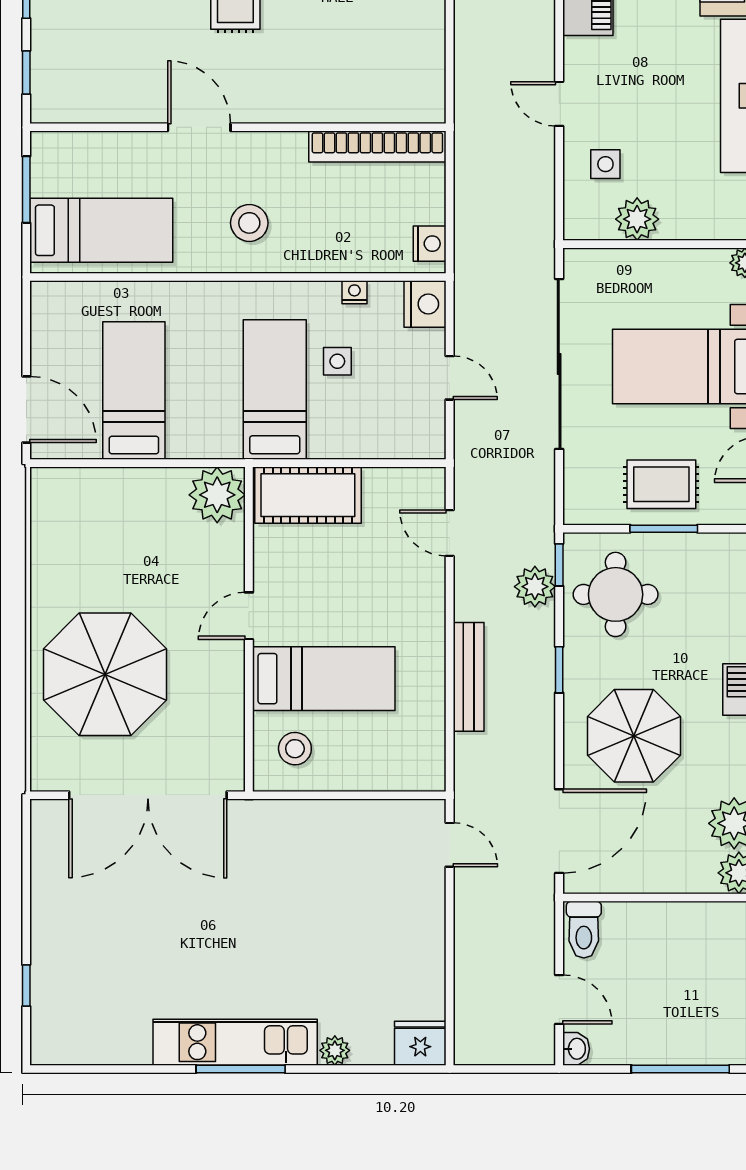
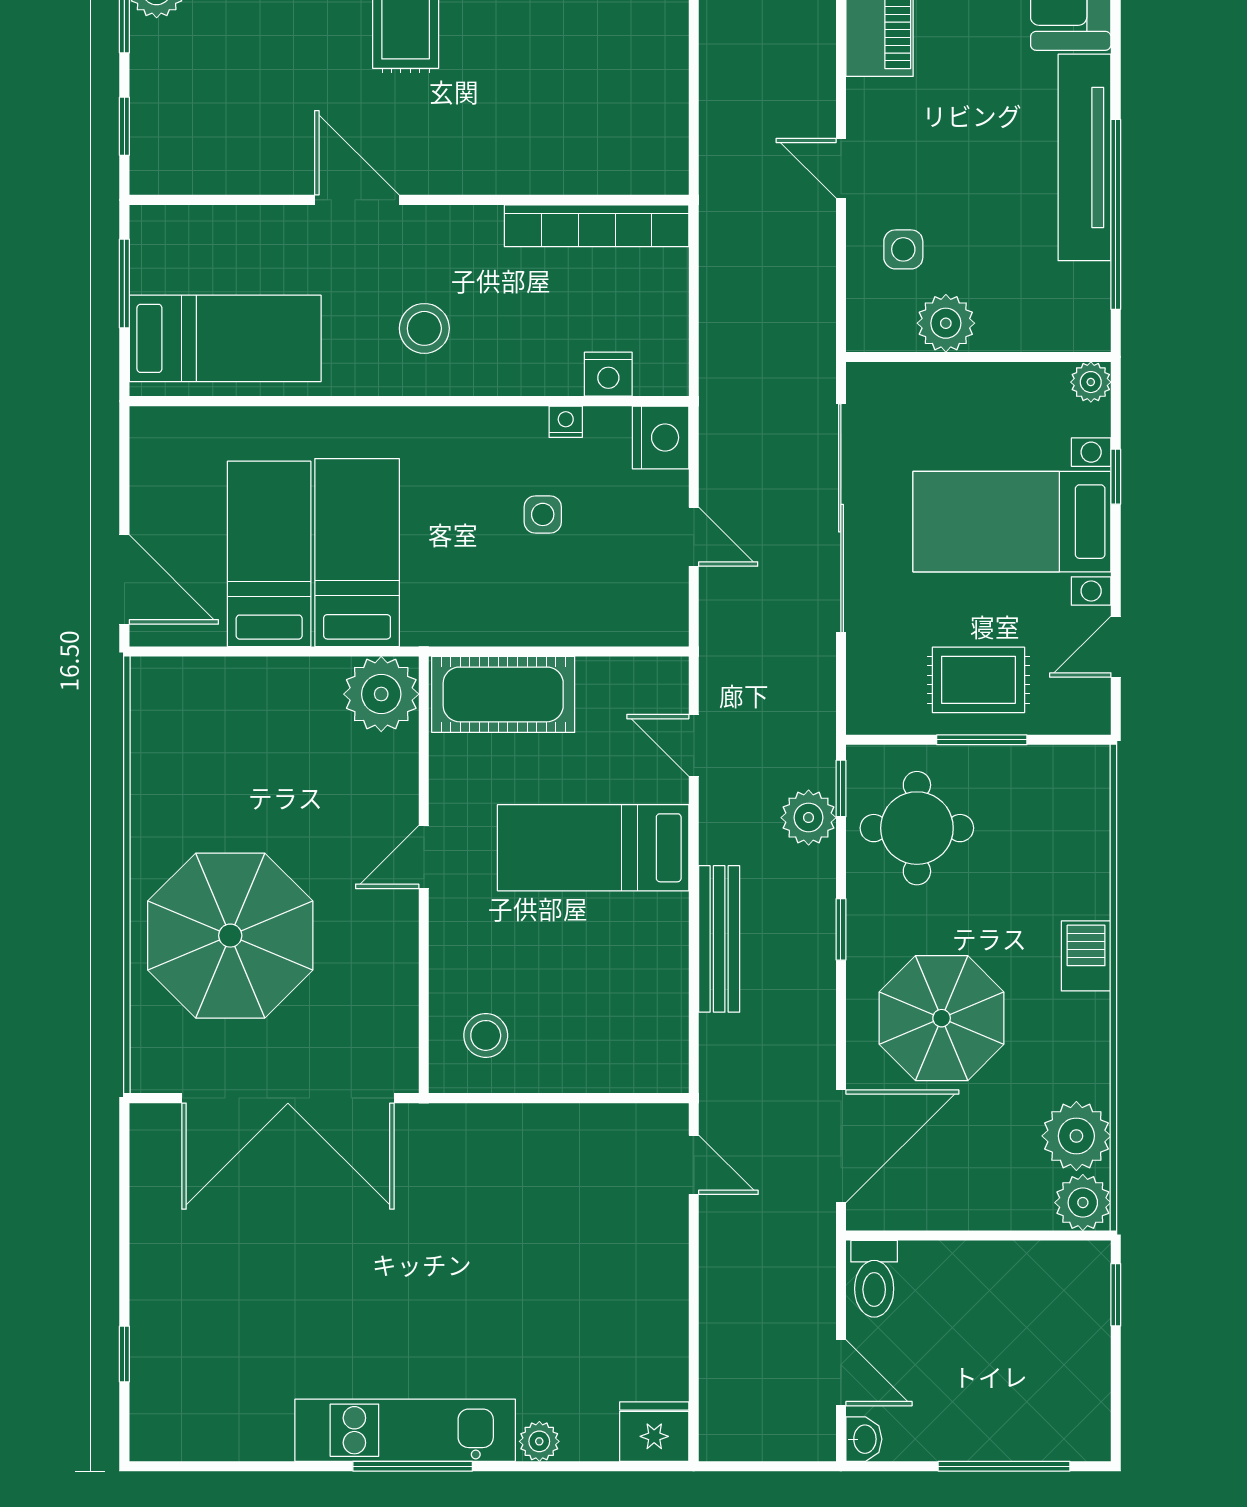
nightstand: (430, 244) -> (608, 374), moved, turned 90
bed: (275, 390) -> (357, 553), moved
bed: (324, 679) -> (593, 848), moved, turned 180

